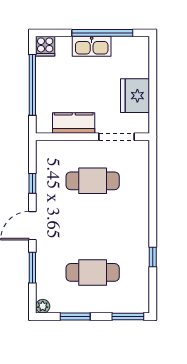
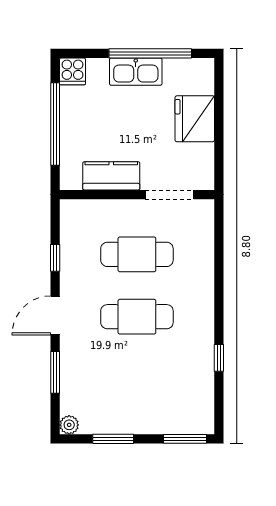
fridge: (135, 96) -> (195, 119), moved
cafe table: (93, 272) -> (137, 317), moved

